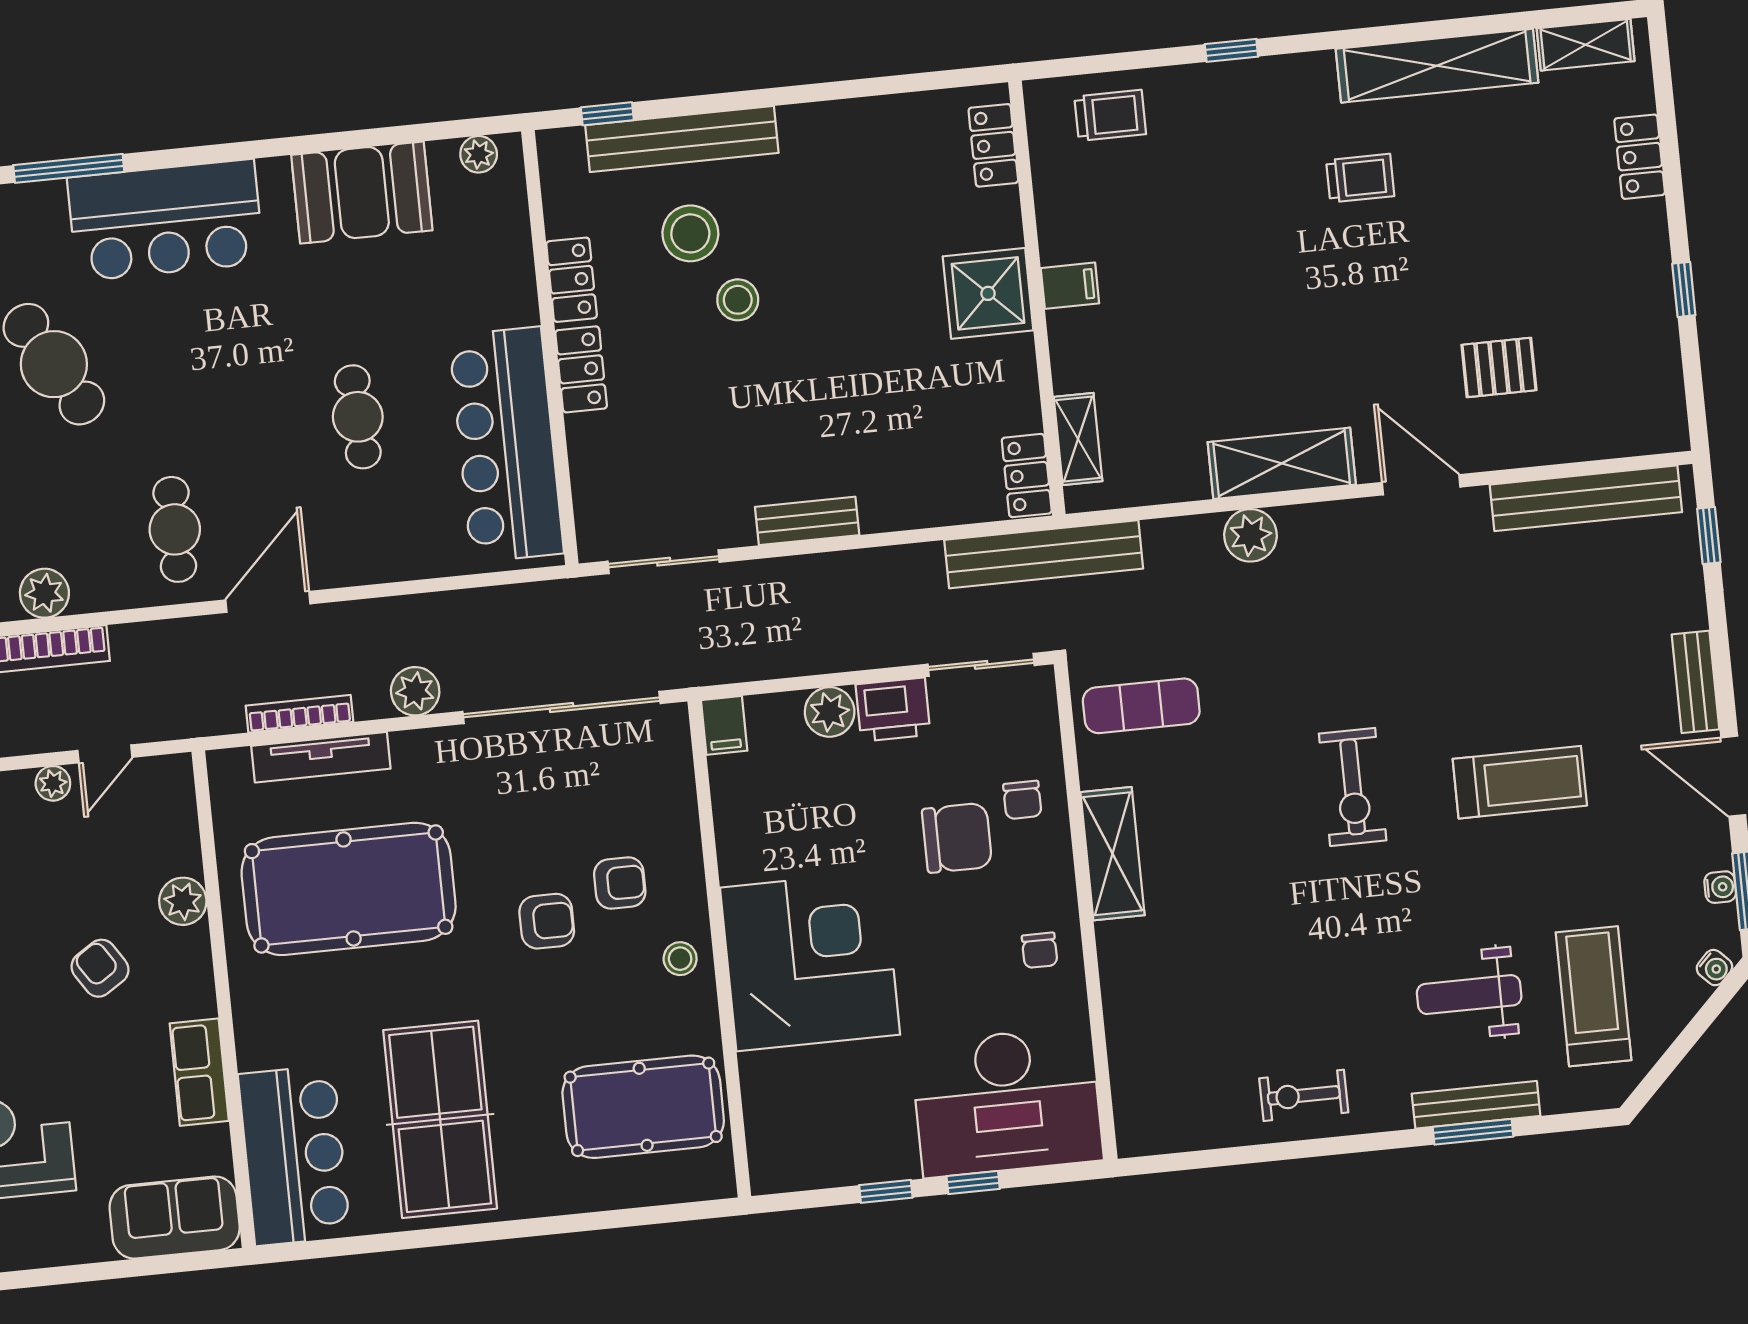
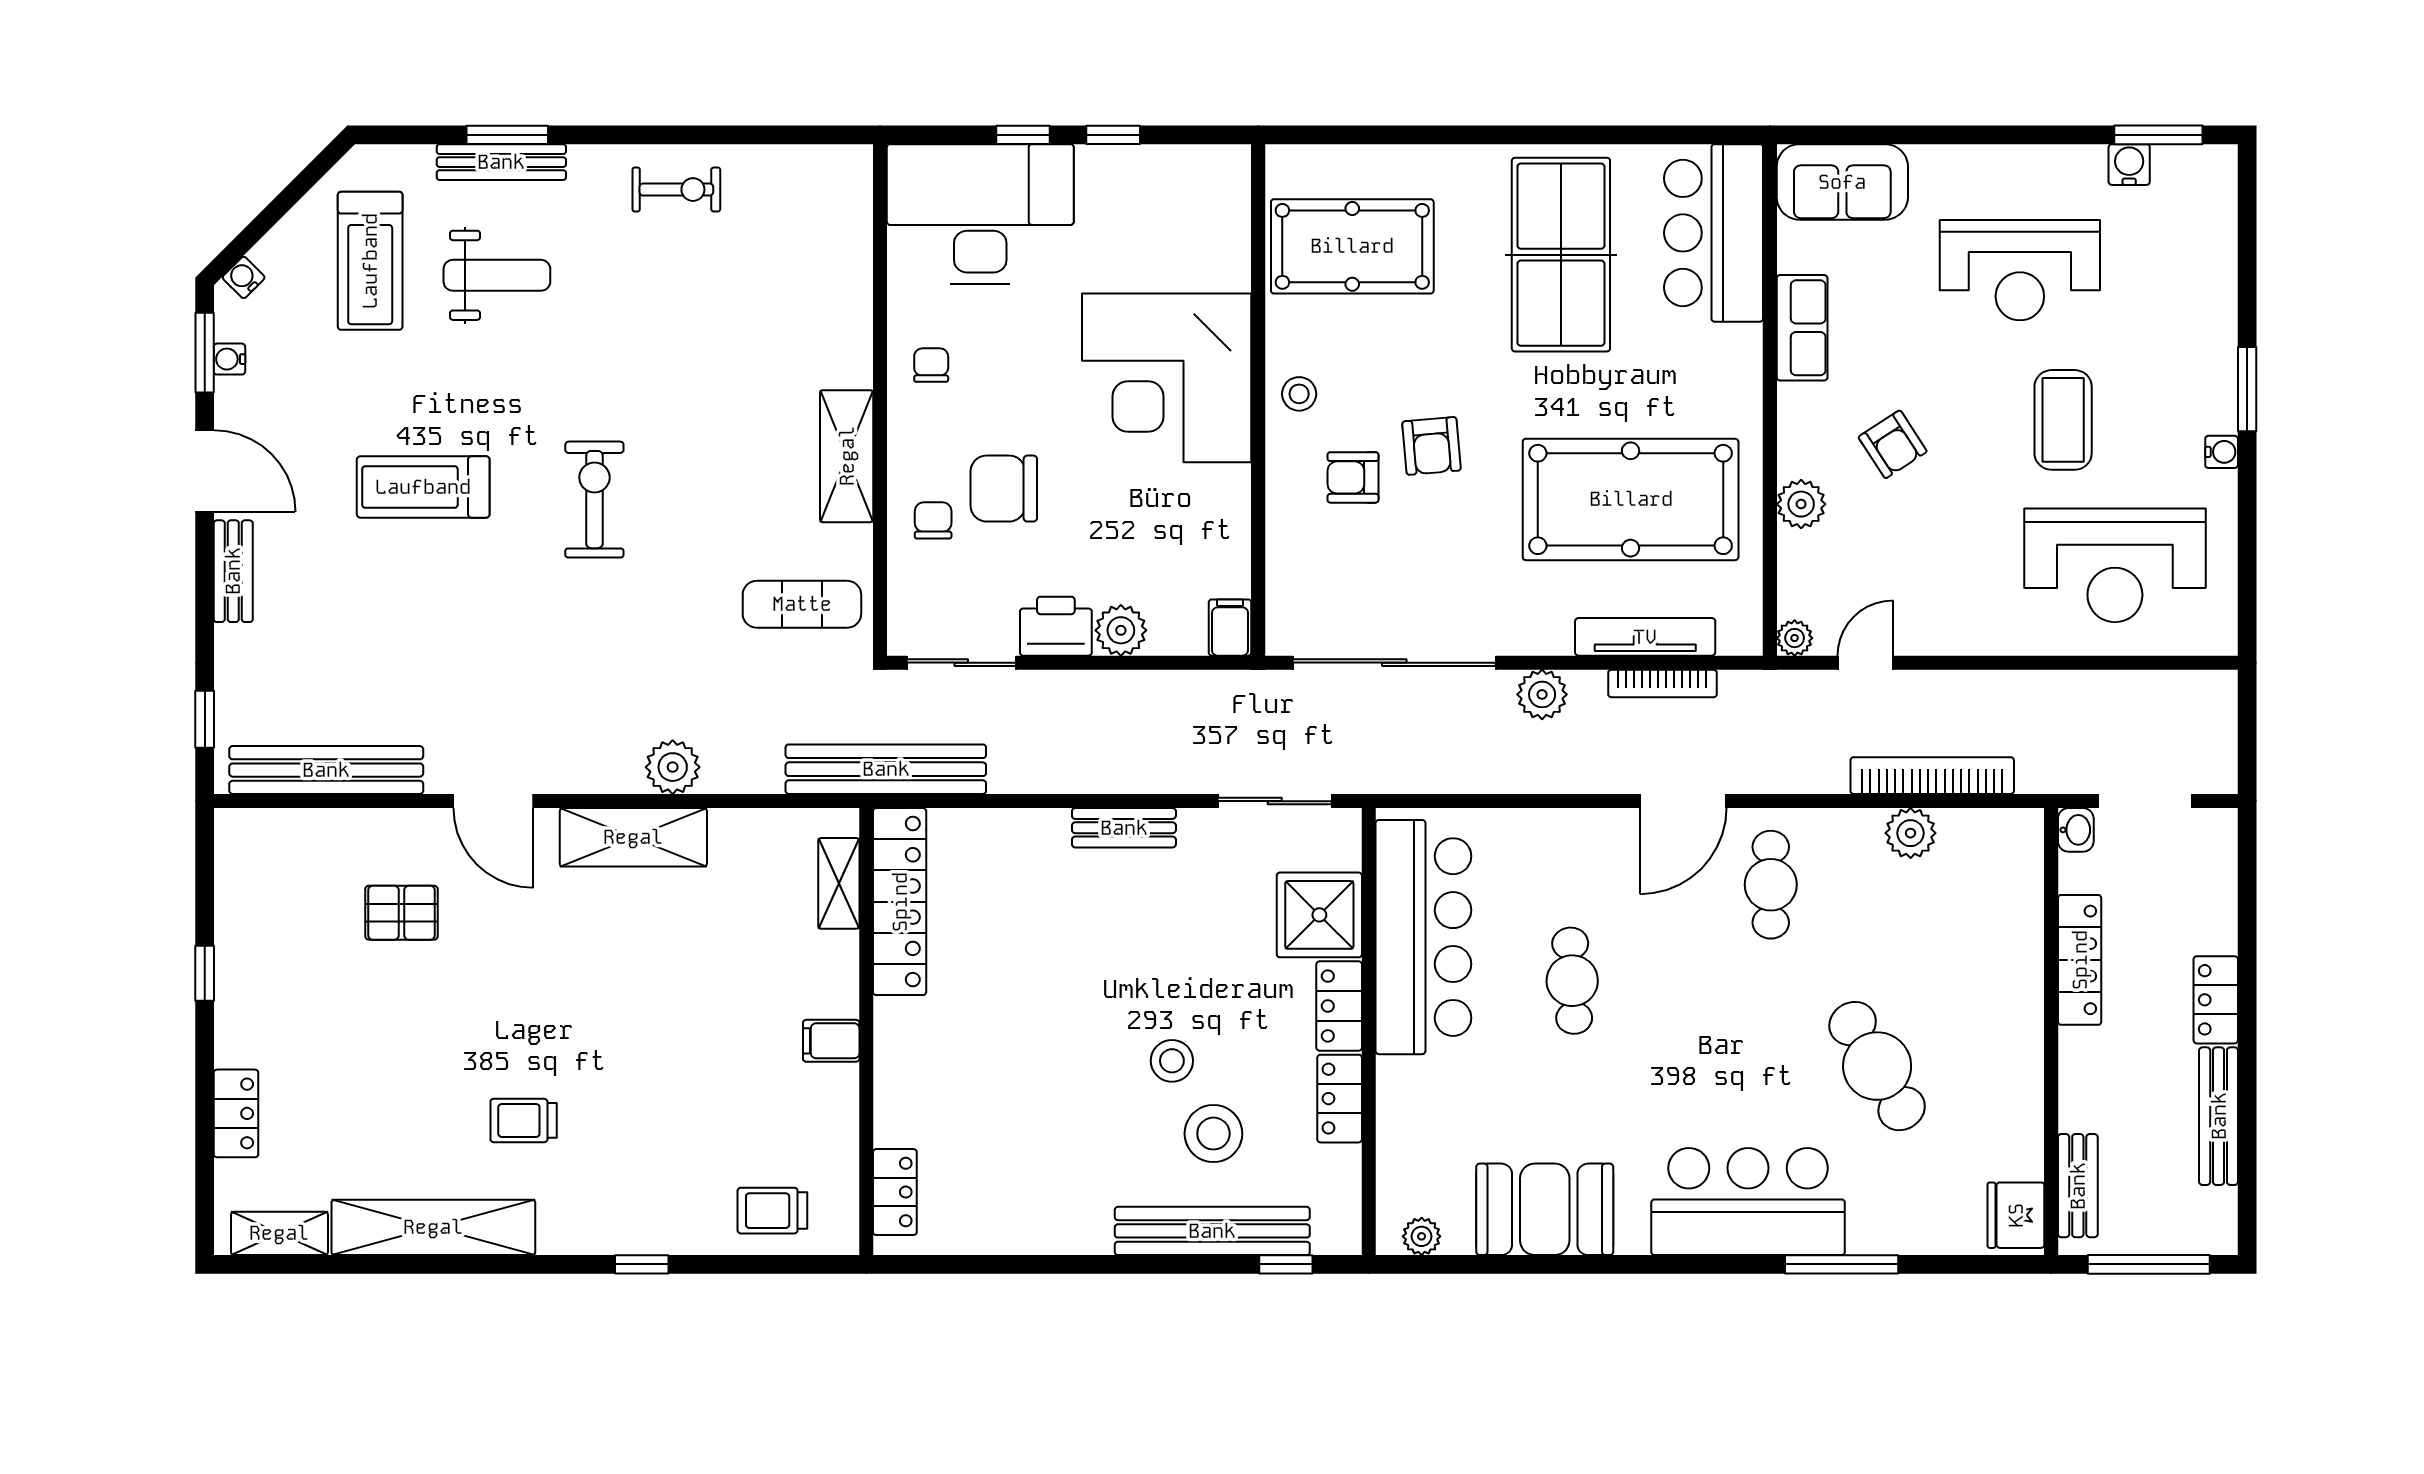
shower: (988, 293) -> (1319, 915), moved
locker: (1027, 476) -> (900, 902), width x2.16, depth x1.21
plant: (53, 783) -> (1795, 638), moved
armchair: (547, 921) -> (1431, 446), turned -95

